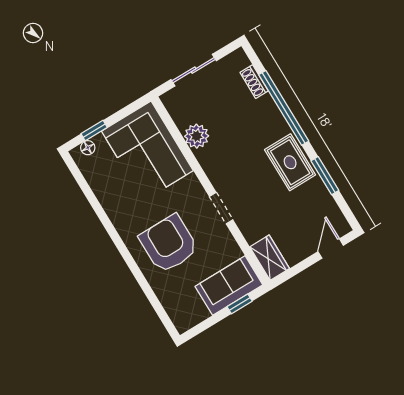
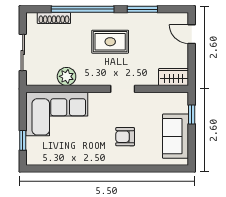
shoe rack: (254, 82) -> (54, 18), width x1.43
floor lamp: (88, 148) -> (31, 151), removed
rug: (290, 162) -> (110, 42), moved
armchair: (169, 244) -> (125, 137), width x0.53, depth x0.53
sofa: (229, 286) -> (176, 136), moved

